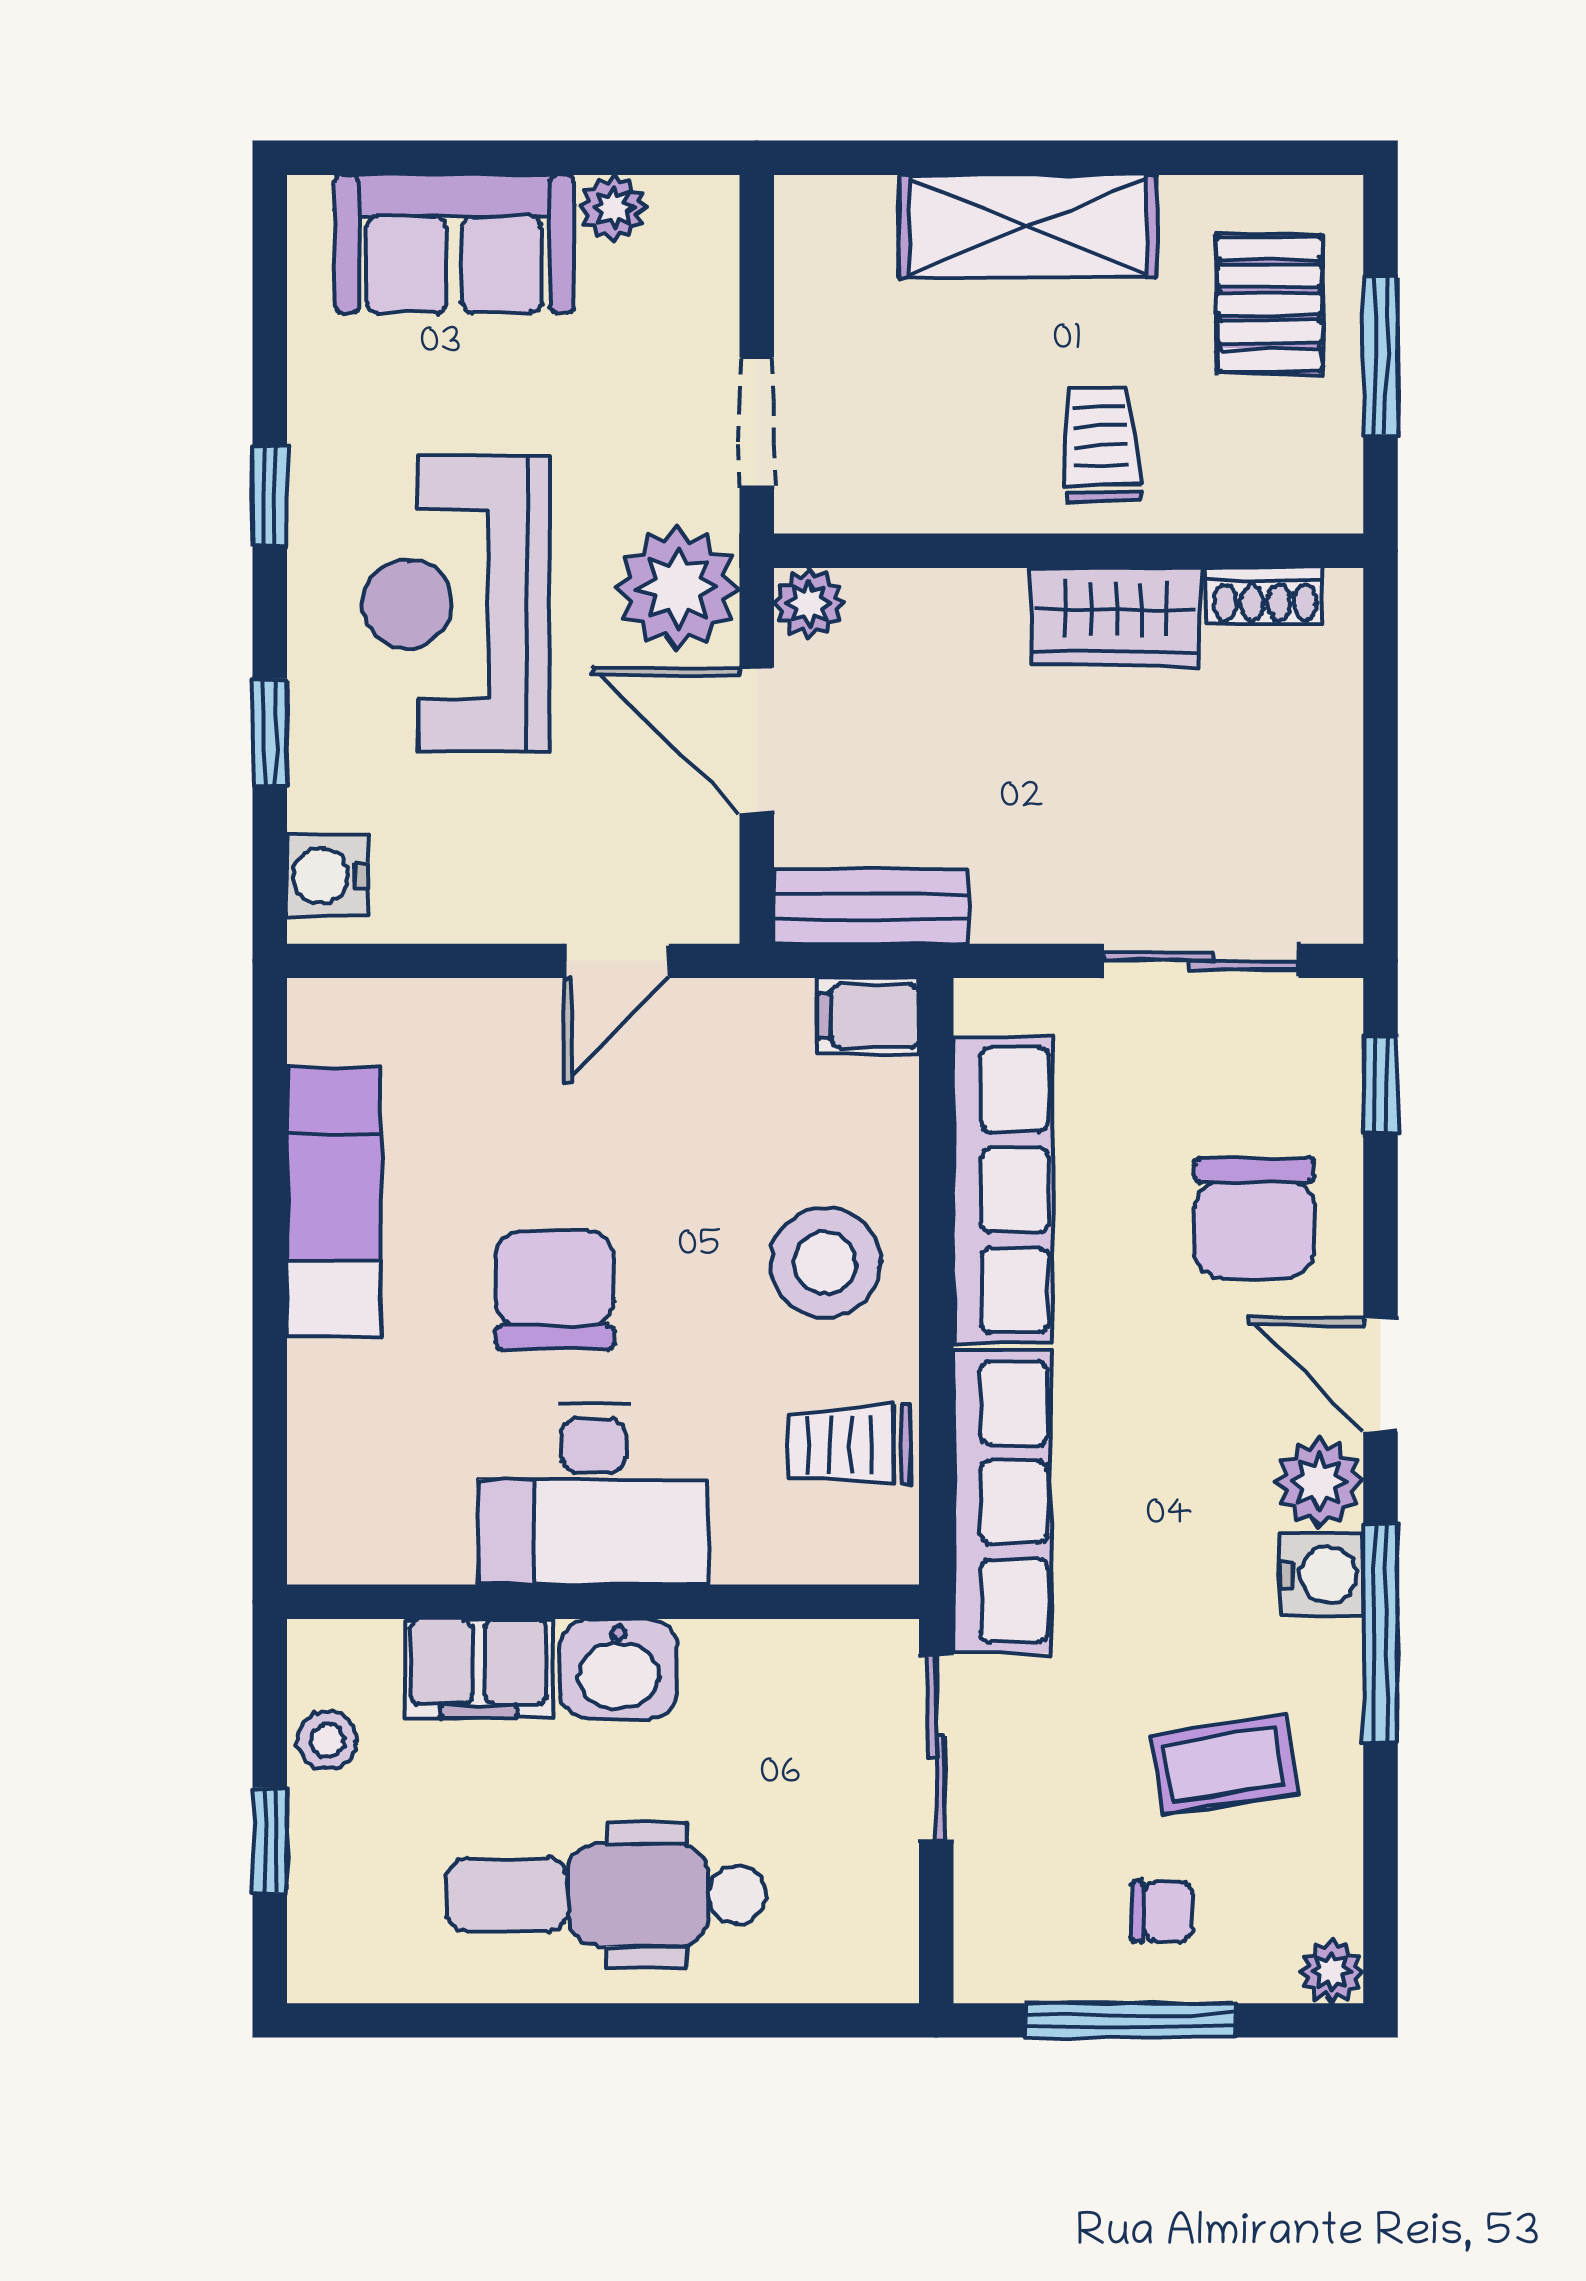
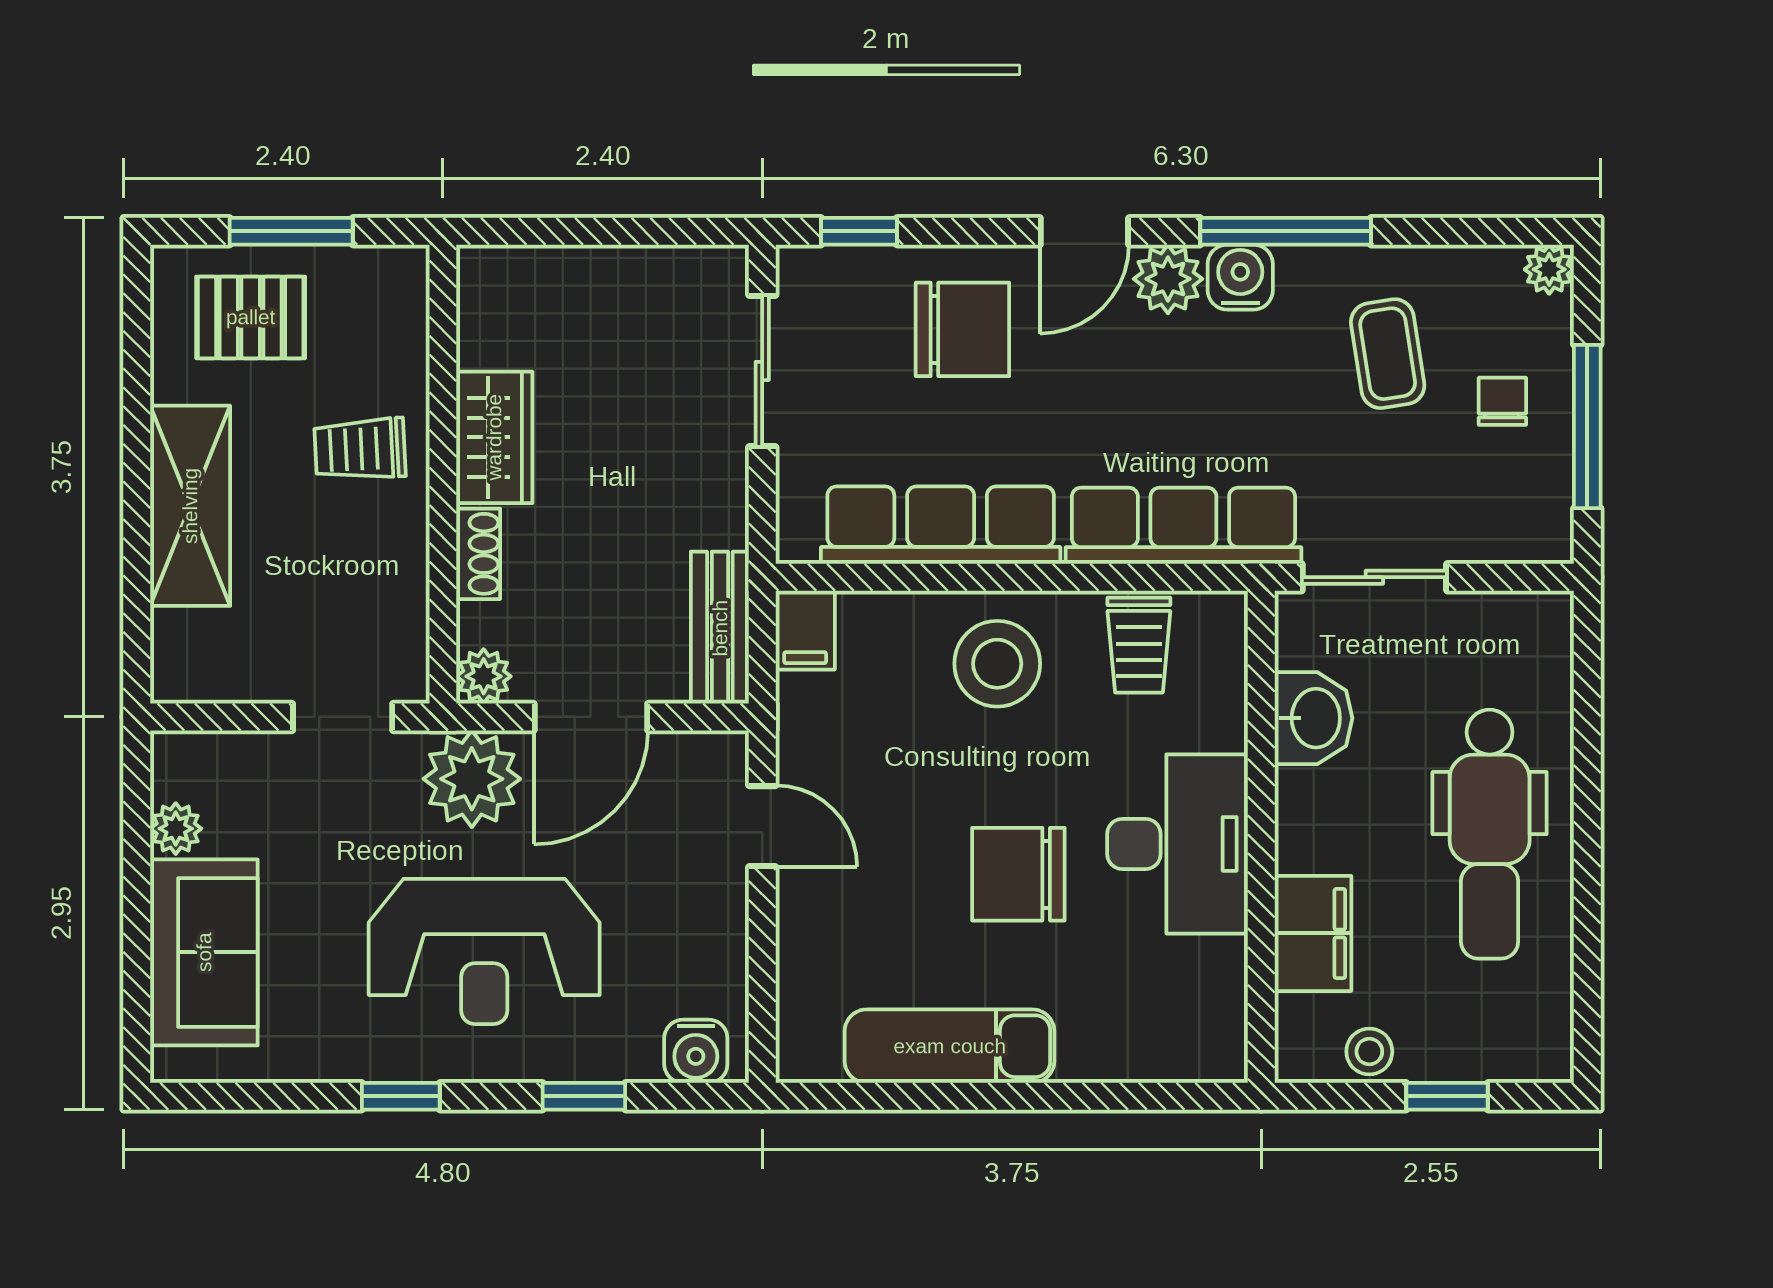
shoe rack: (1265, 596) -> (478, 554), moved
washbasin: (619, 1669) -> (1313, 718), moved

